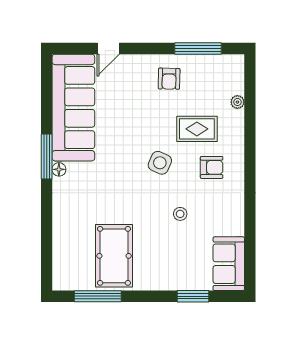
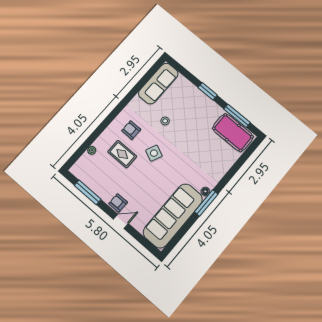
door: (108, 49) -> (121, 221), moved
armchair: (169, 79) -> (118, 203), moved, turned -91
pool table: (114, 256) -> (233, 133), moved, turned 90
sofa: (229, 264) -> (158, 83), width x1.36
window: (193, 296) -> (208, 91), moved

